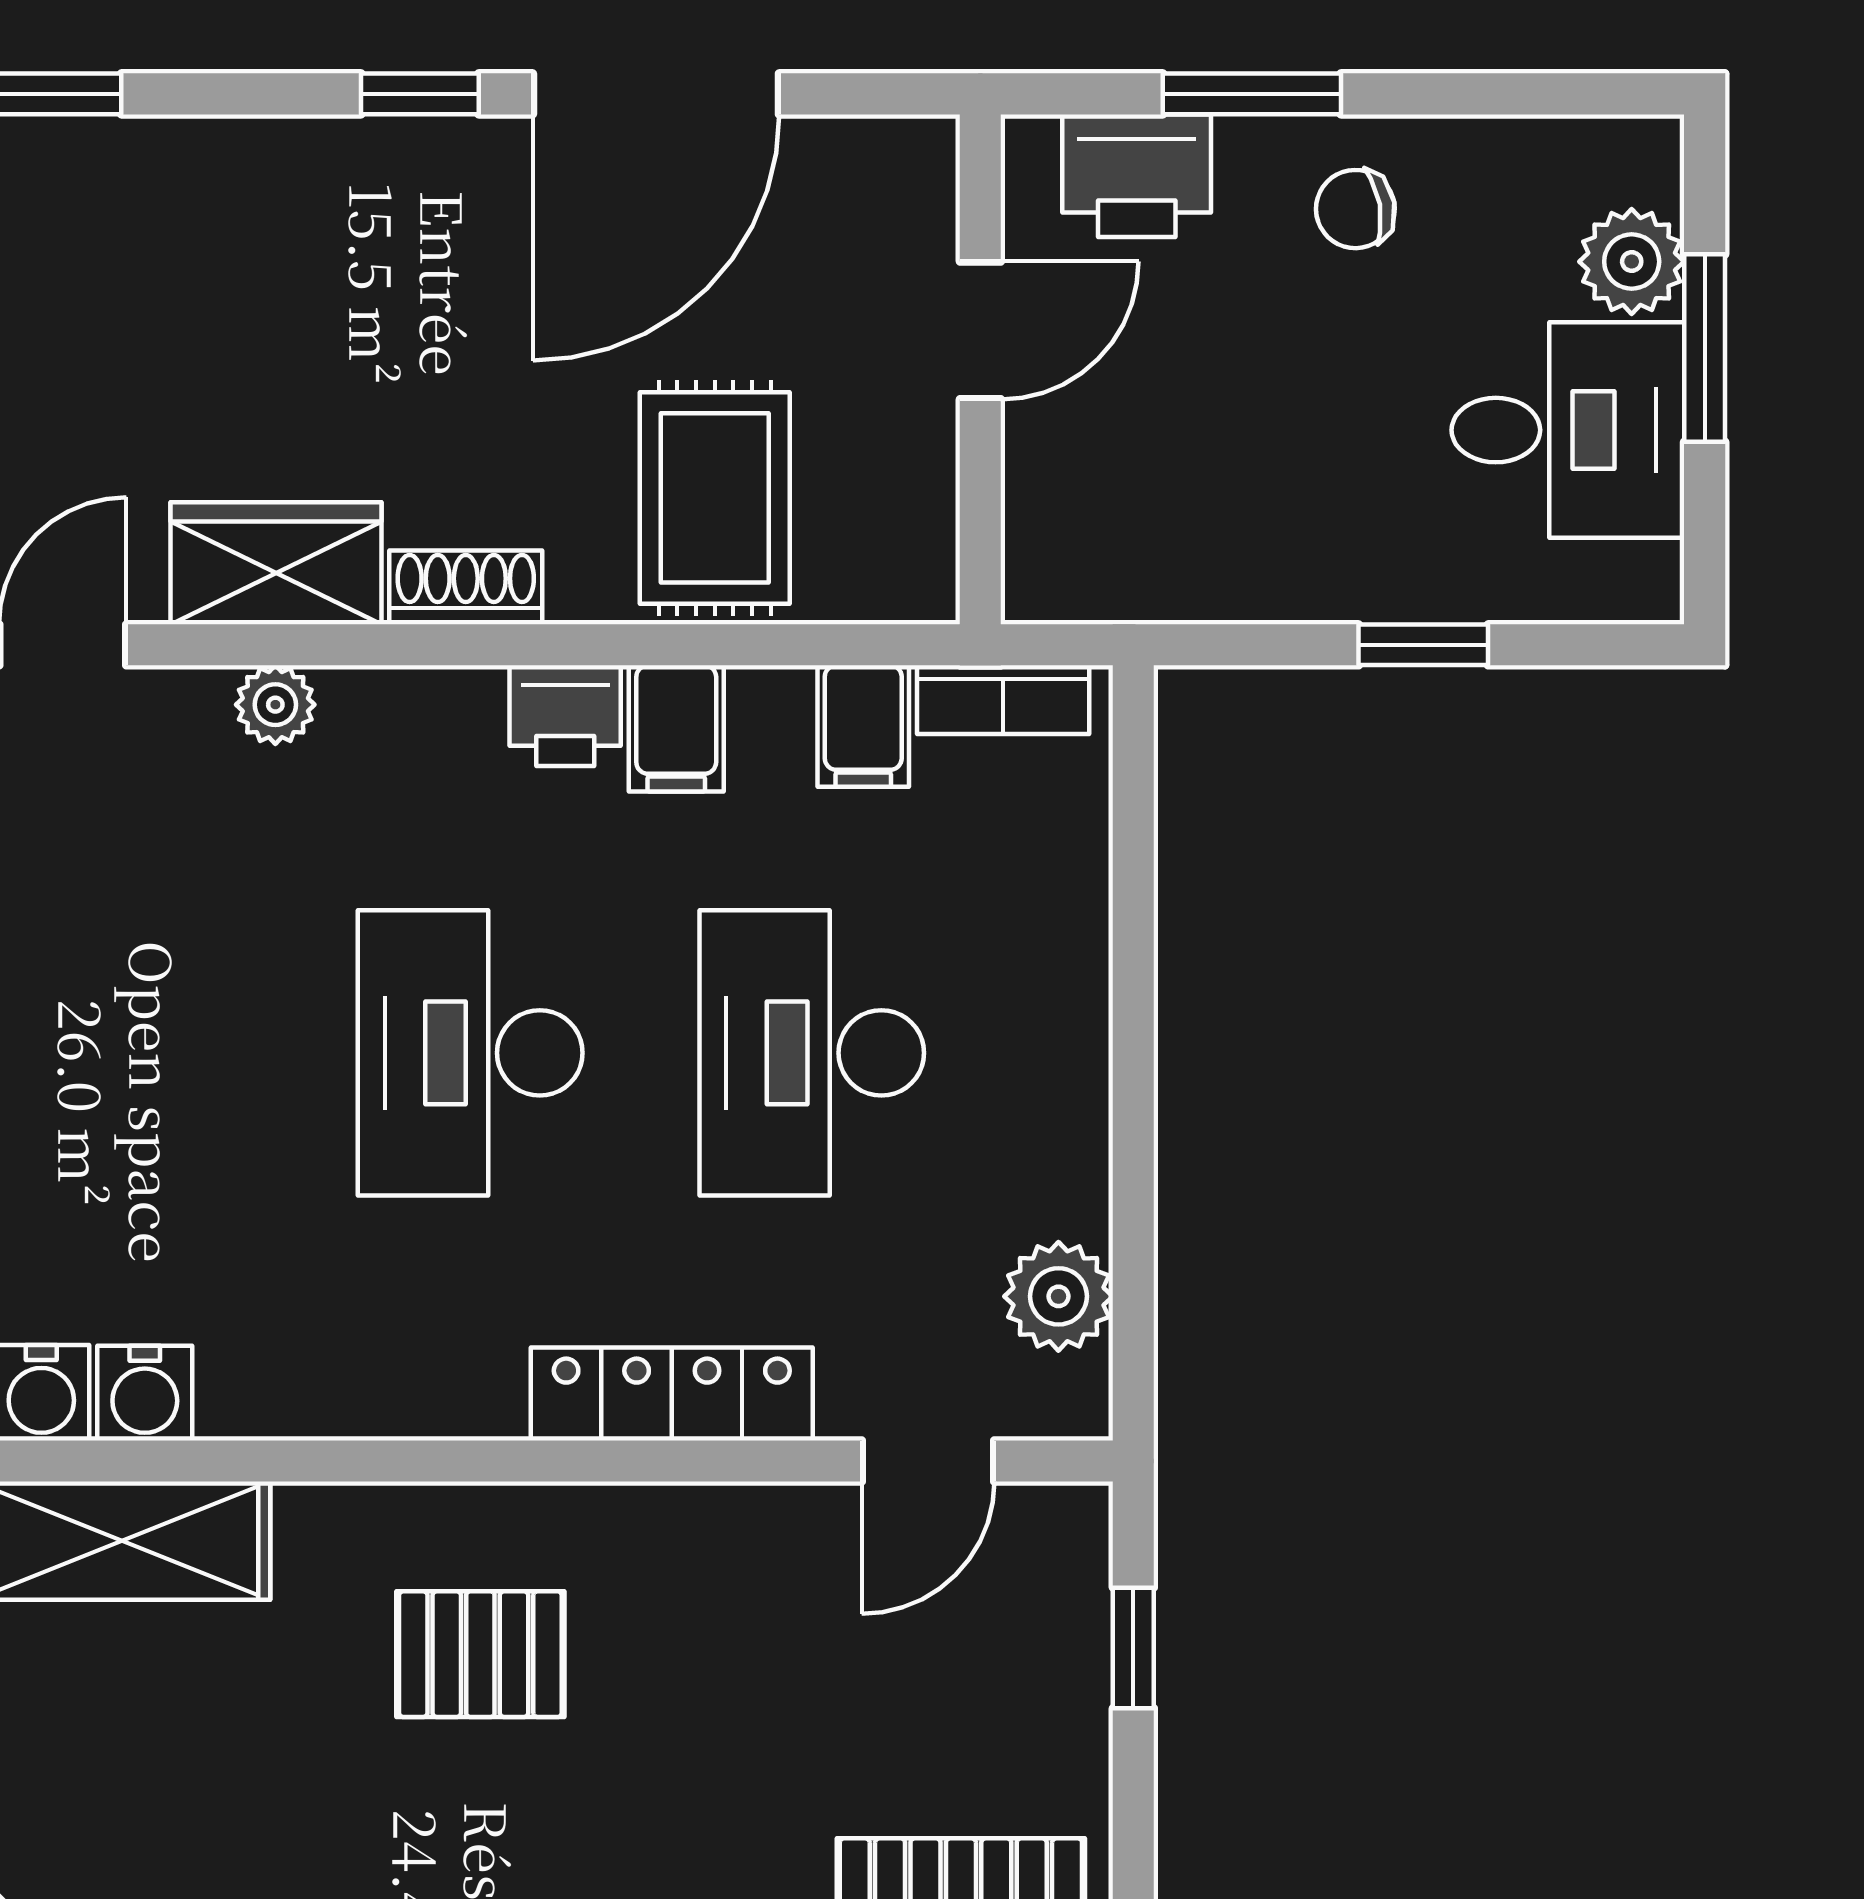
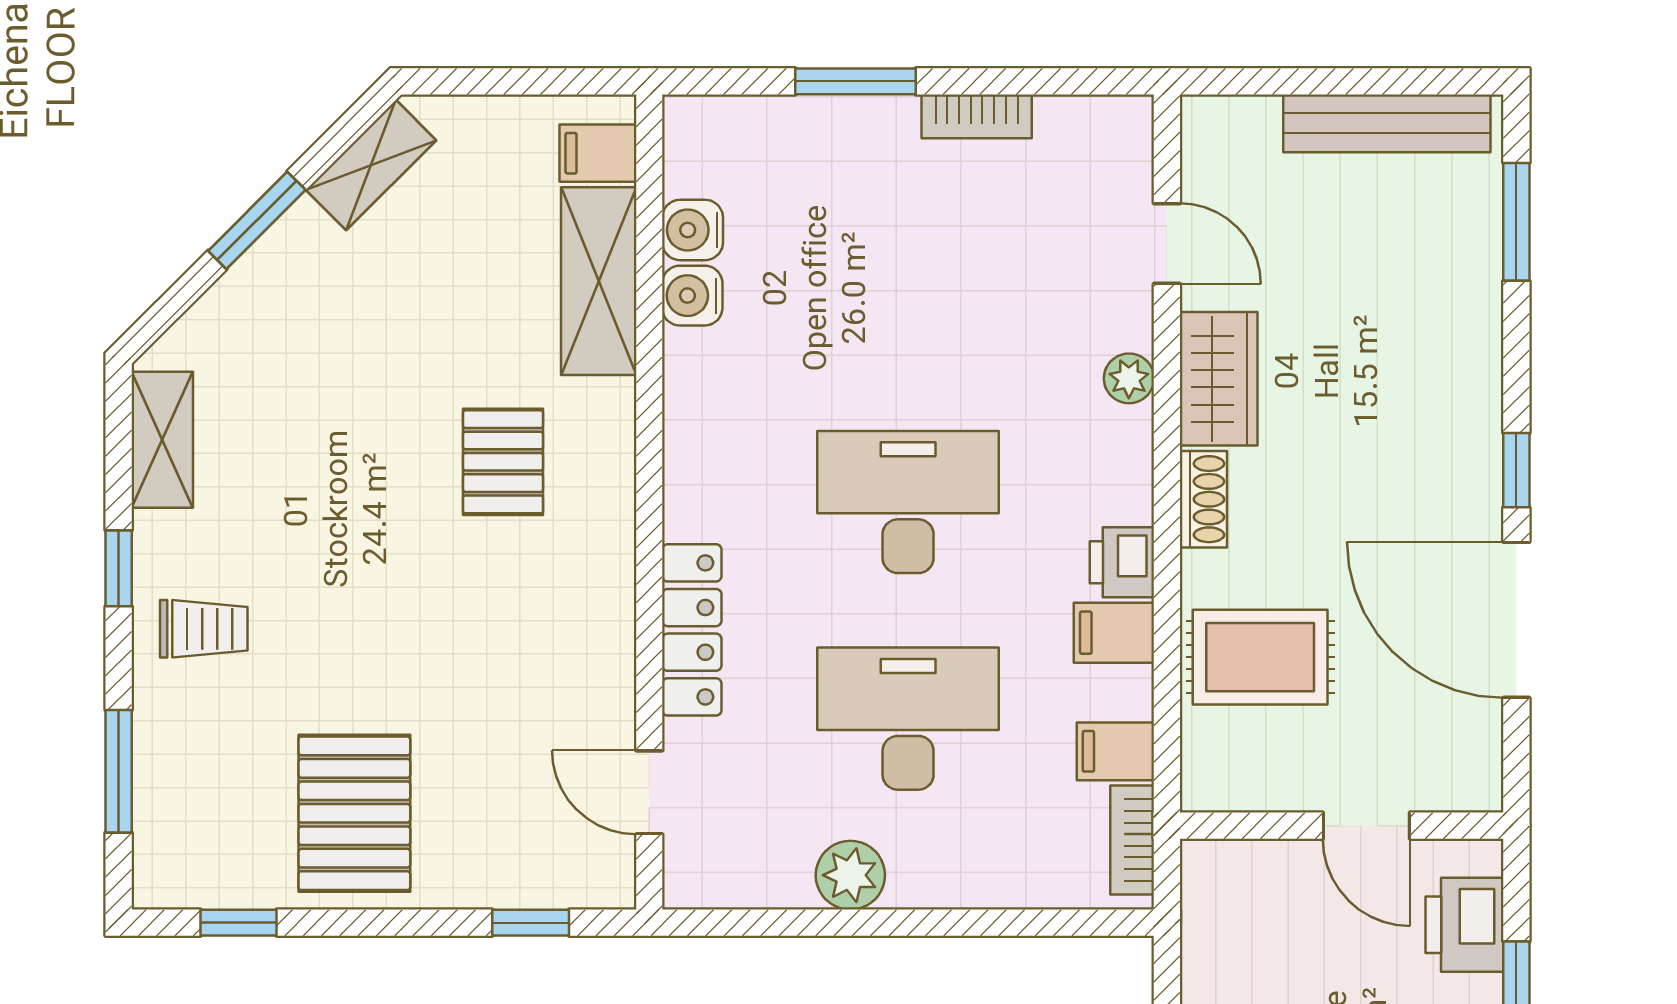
plant: (1058, 1296) -> (850, 875), moved
pallet: (480, 1654) -> (503, 462), moved

